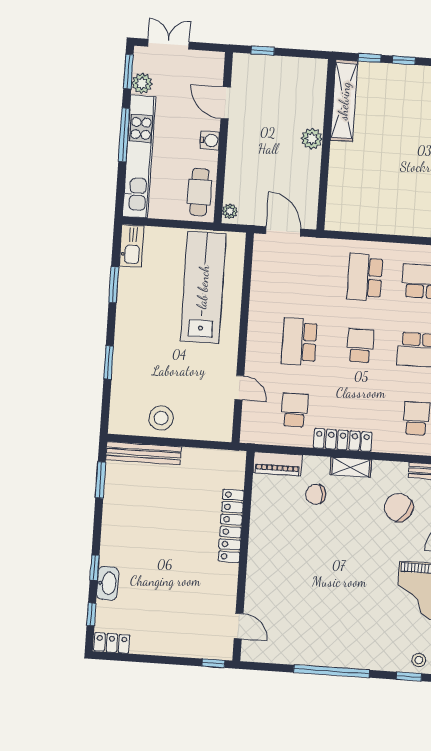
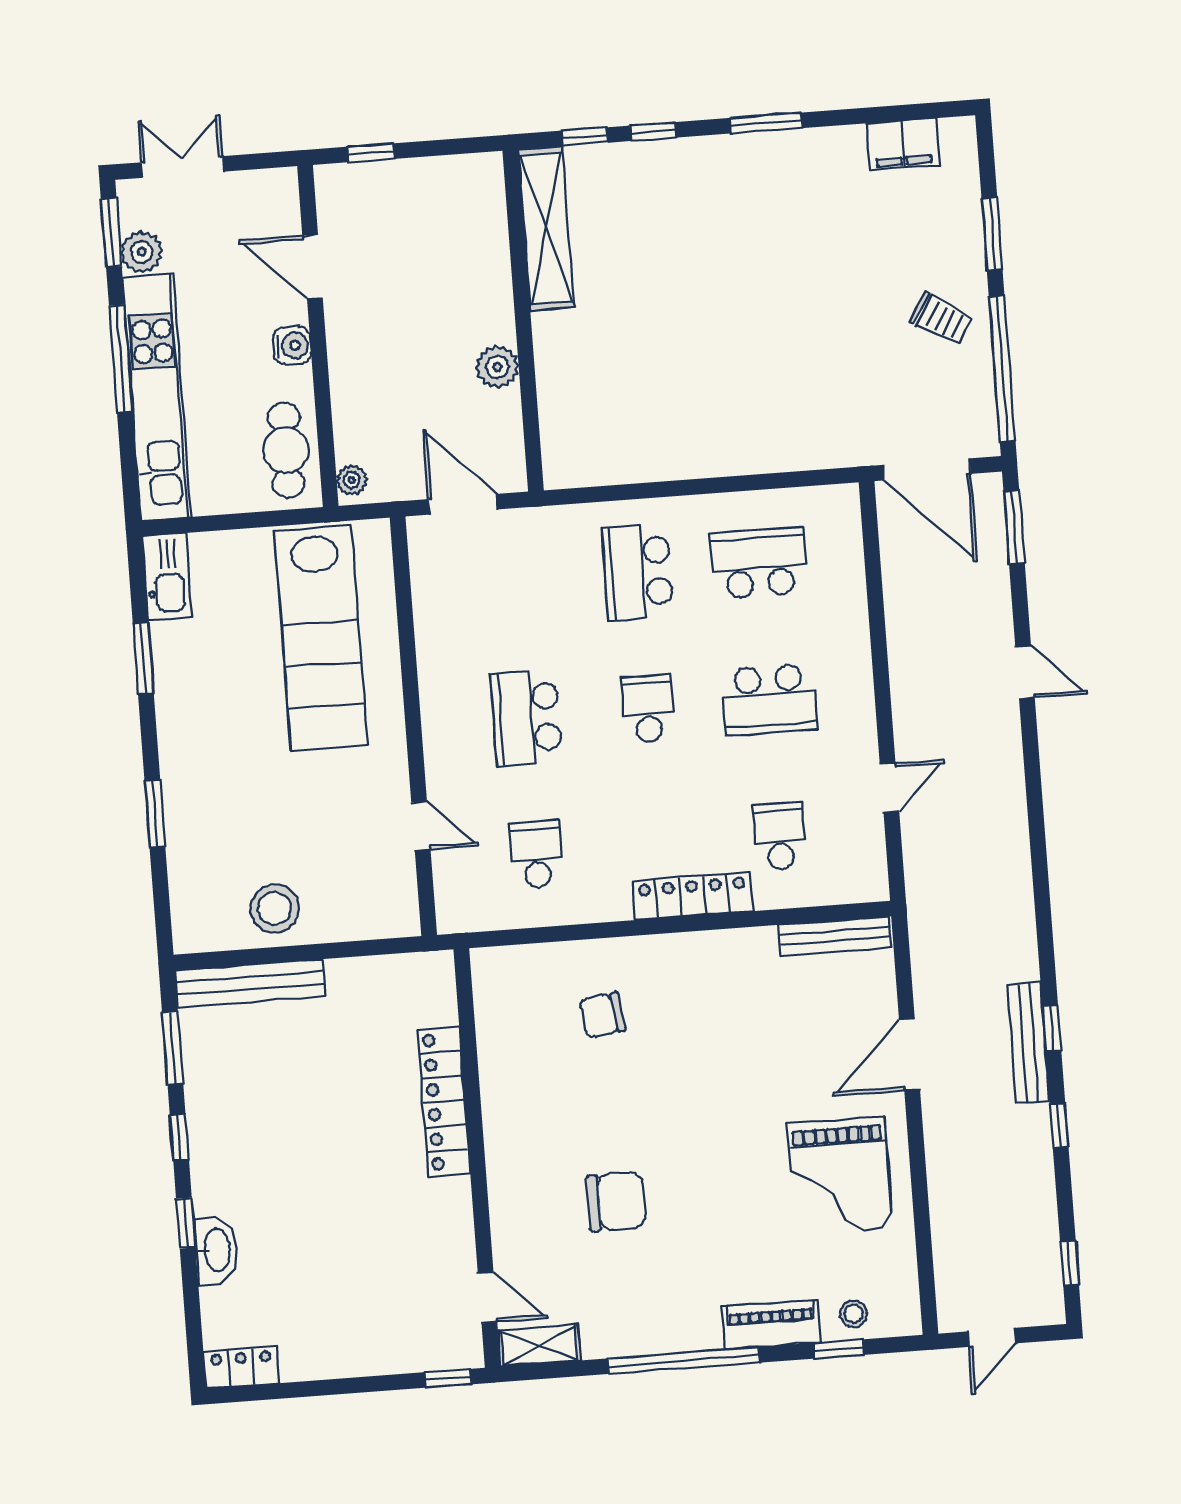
plant: (312, 139) -> (497, 367), moved
lab bench: (203, 287) -> (321, 638), turned 180
locker: (343, 440) -> (692, 896), moved
piano: (278, 464) -> (771, 1325), moved, turned 180
shelving: (351, 467) -> (539, 1346), moved
chair: (399, 508) -> (616, 1202), moved, turned 147
window: (91, 614) -> (179, 1137), moved

